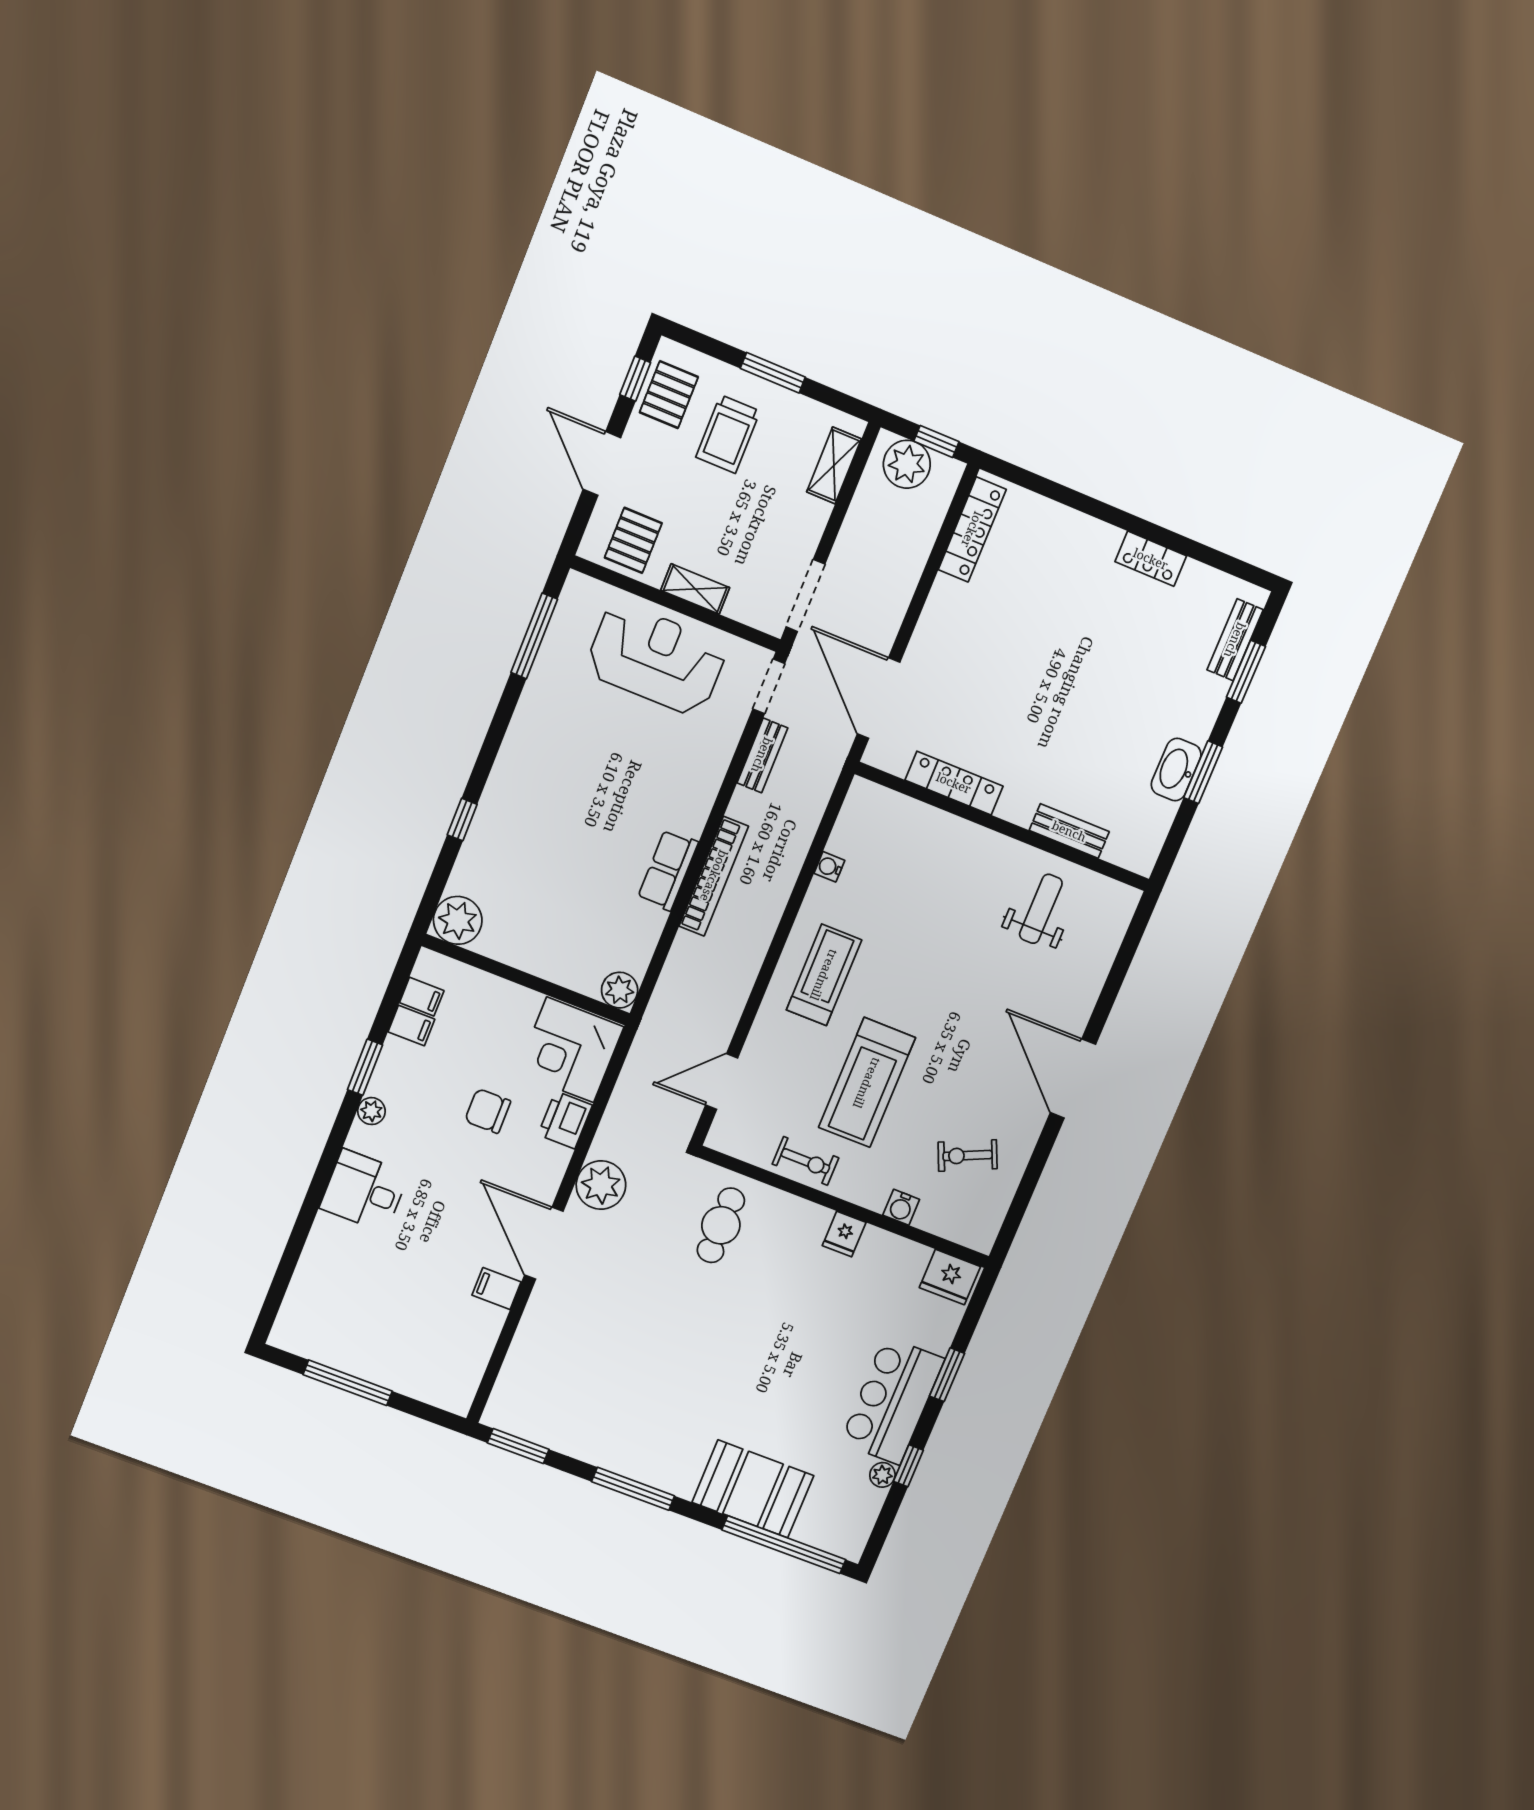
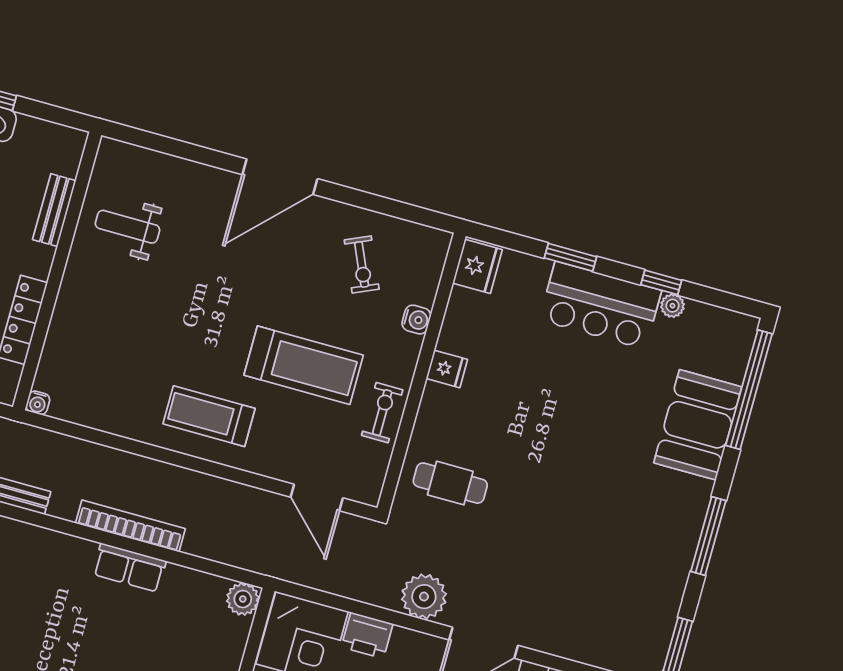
water cooler: (829, 867) -> (38, 403), moved

